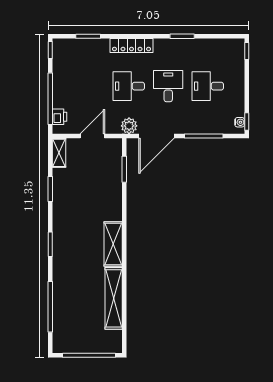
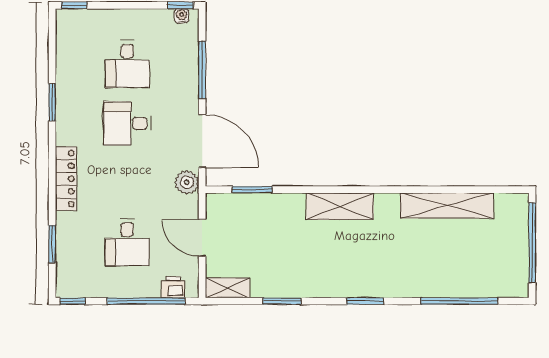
desk: (129, 86) -> (127, 242), moved
shelving: (113, 244) -> (340, 206), moved

